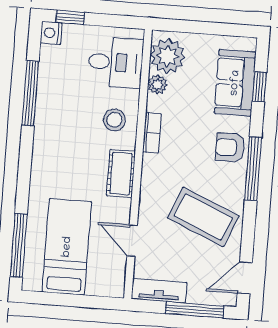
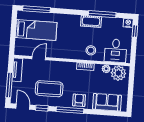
window: (259, 87) -> (42, 108), moved
cot: (121, 174) -> (91, 21), moved
coffee table: (203, 217) -> (49, 89), turned 67

